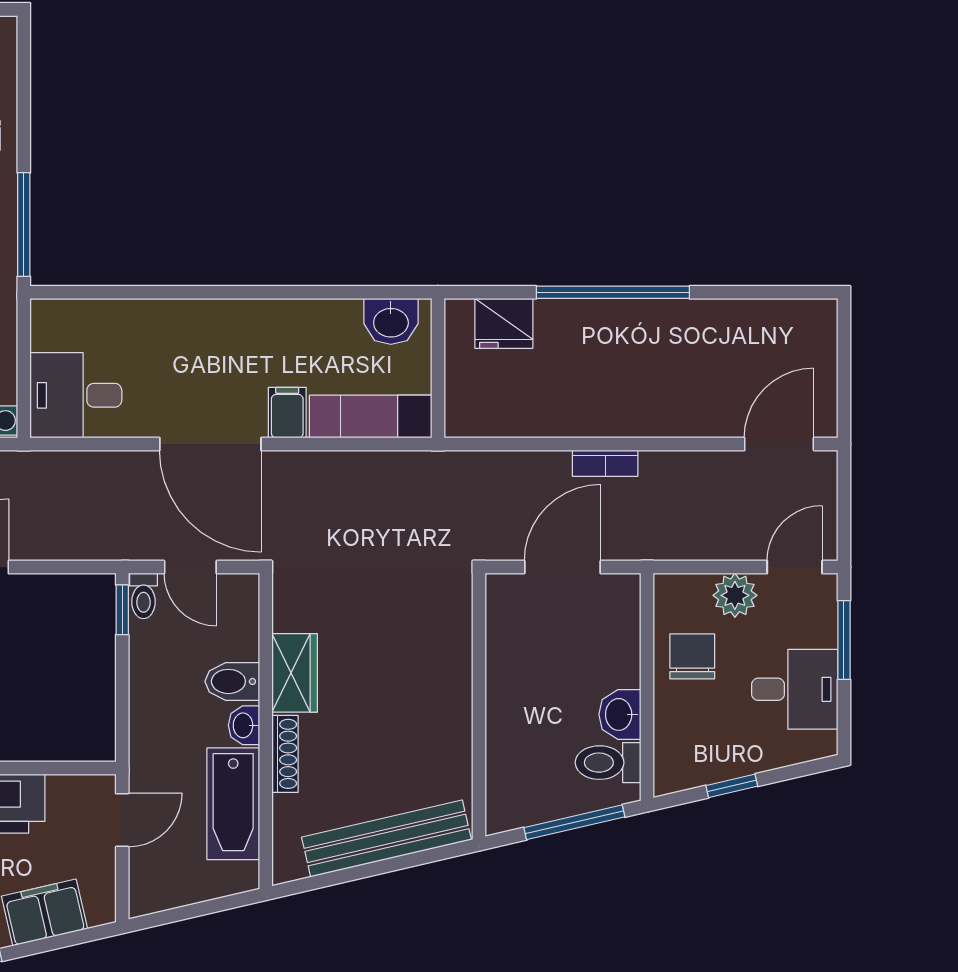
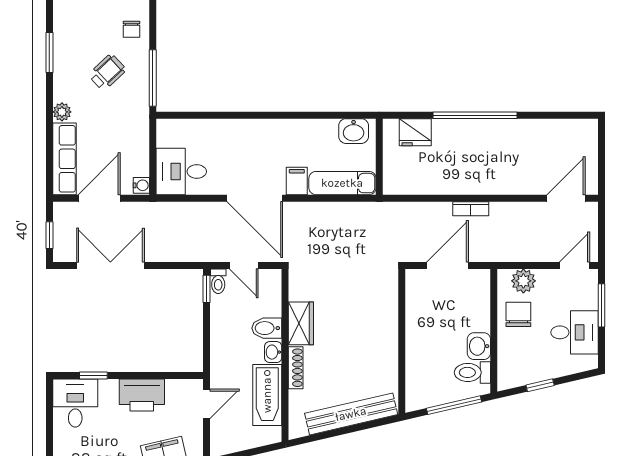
plant: (735, 595) -> (523, 281), moved

